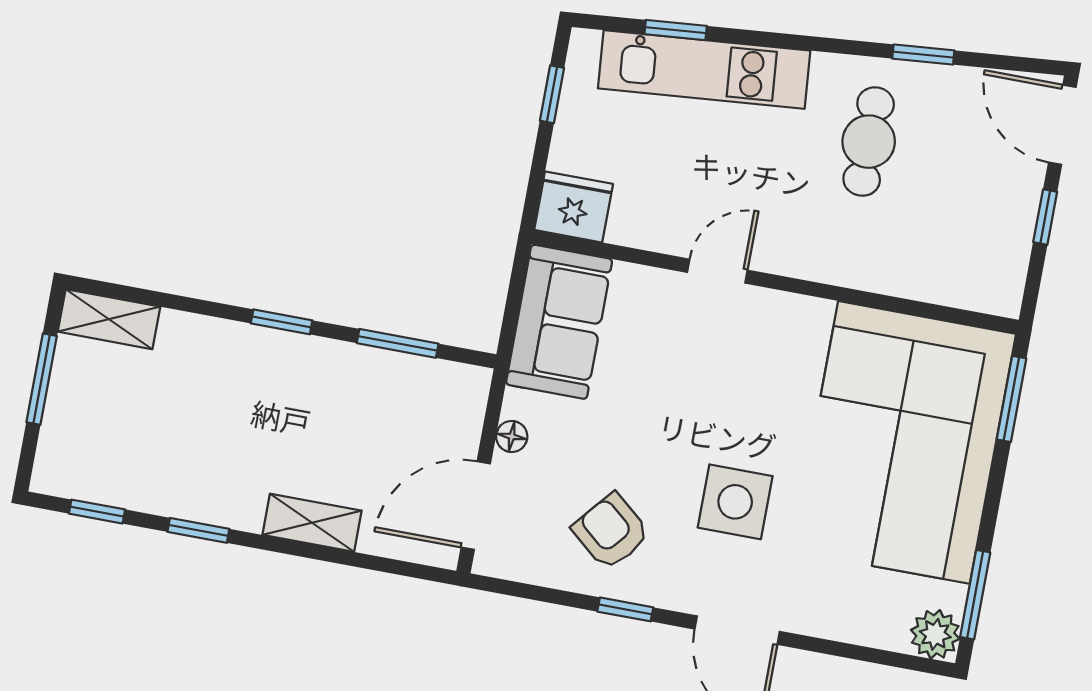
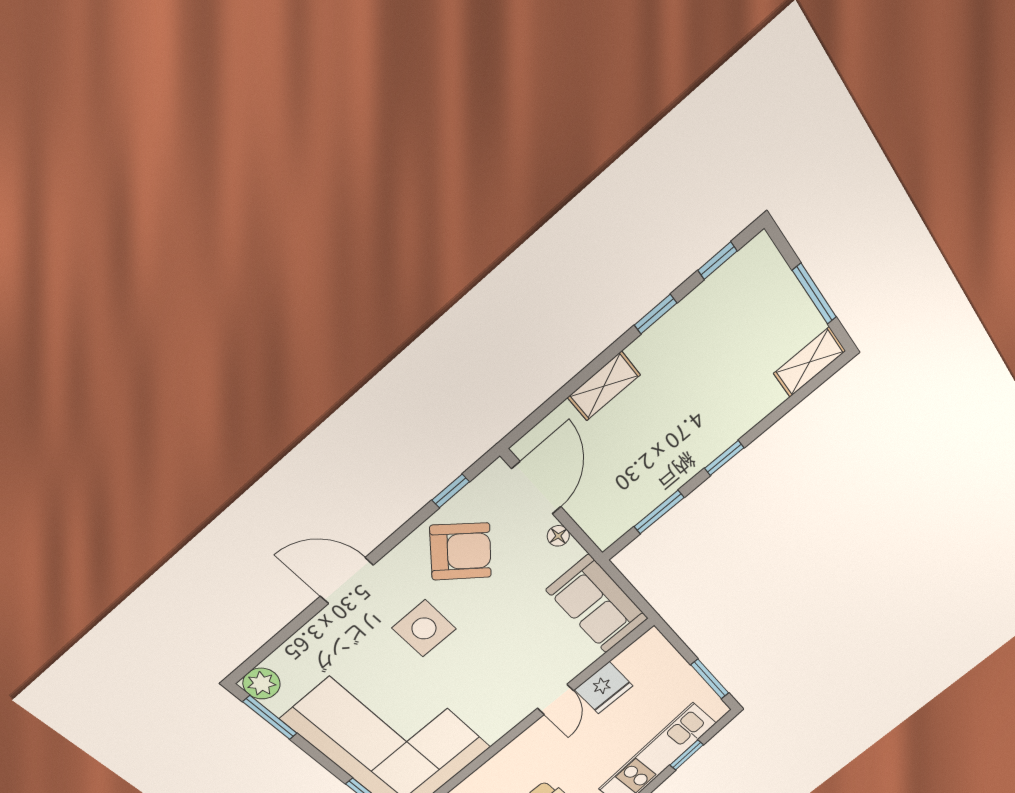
window: (552, 94) -> (710, 679), width x1.50
fridge: (574, 207) -> (604, 688), moved
armchair: (611, 531) -> (461, 551), width x1.38, depth x1.38
window: (625, 609) -> (451, 491), moved

